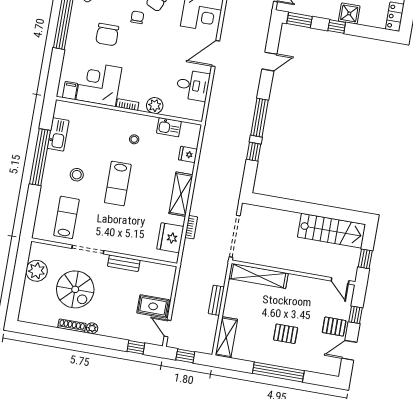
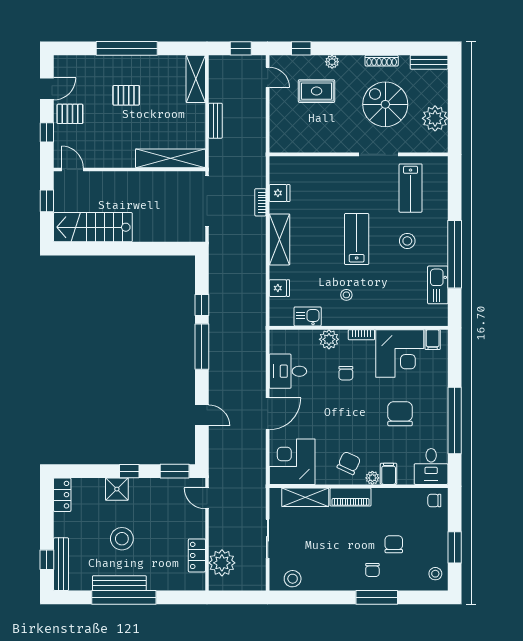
chair: (137, 17) -> (346, 373), moved
door: (269, 62) -> (202, 415), swing flipped
fridge: (170, 238) -> (280, 193), width x0.53, depth x0.75
bench: (124, 263) -> (429, 62), moved
rug: (153, 306) -> (317, 91), moved
plant: (92, 328) -> (332, 62), moved

